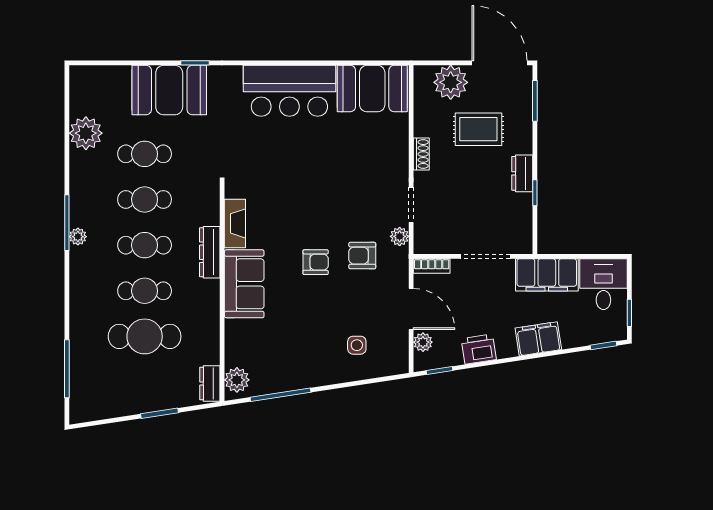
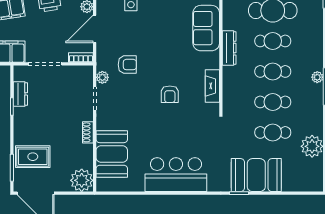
plant: (451, 82) -> (82, 180), moved
booth: (372, 89) -> (112, 154), moved, turned 90
rug: (478, 129) -> (33, 157), moved
dresser: (522, 173) -> (20, 94), moved
dresser: (210, 252) -> (229, 48), moved
armchair: (316, 262) -> (170, 94), moved, turned -90
sofa: (244, 284) -> (206, 28), moved
door: (411, 309) -> (95, 29), hinge flipped

